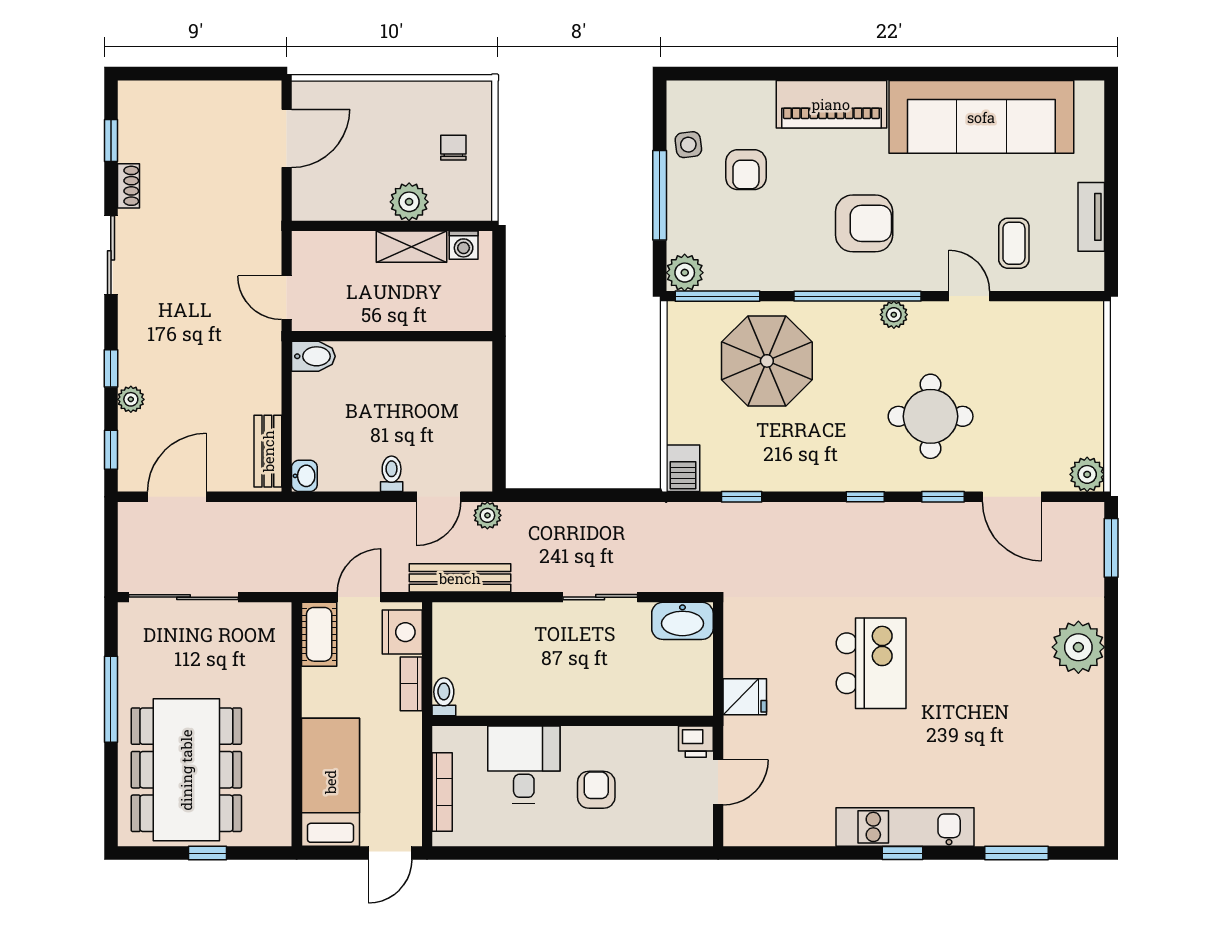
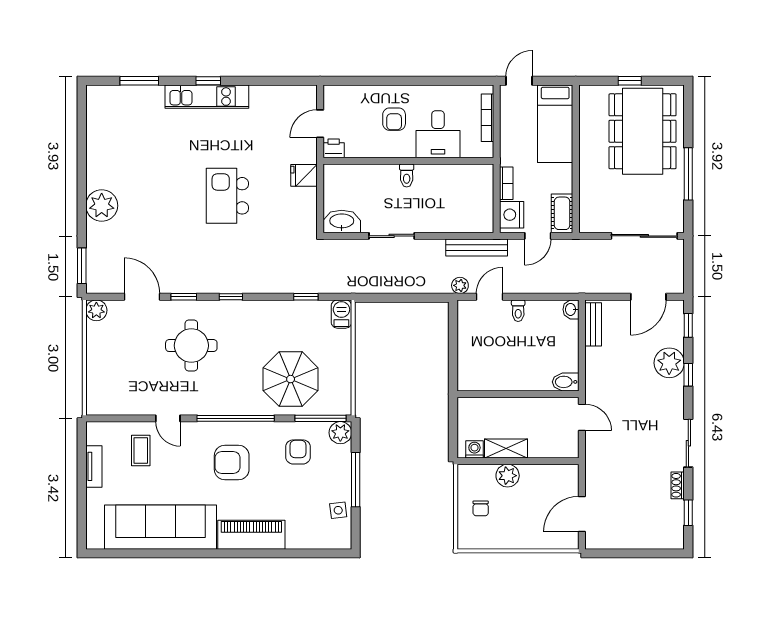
armchair: (746, 170) -> (298, 452), moved
plant: (894, 315) -> (214, 407), removed
plant: (131, 399) -> (669, 363), width x1.88, depth x1.88
toilet: (444, 697) -> (407, 175), moved

